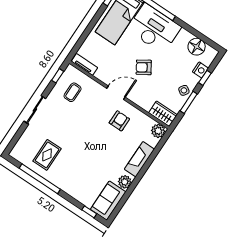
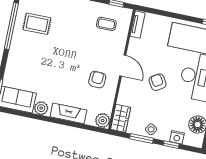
armchair: (119, 121) -> (97, 80), turned -87

